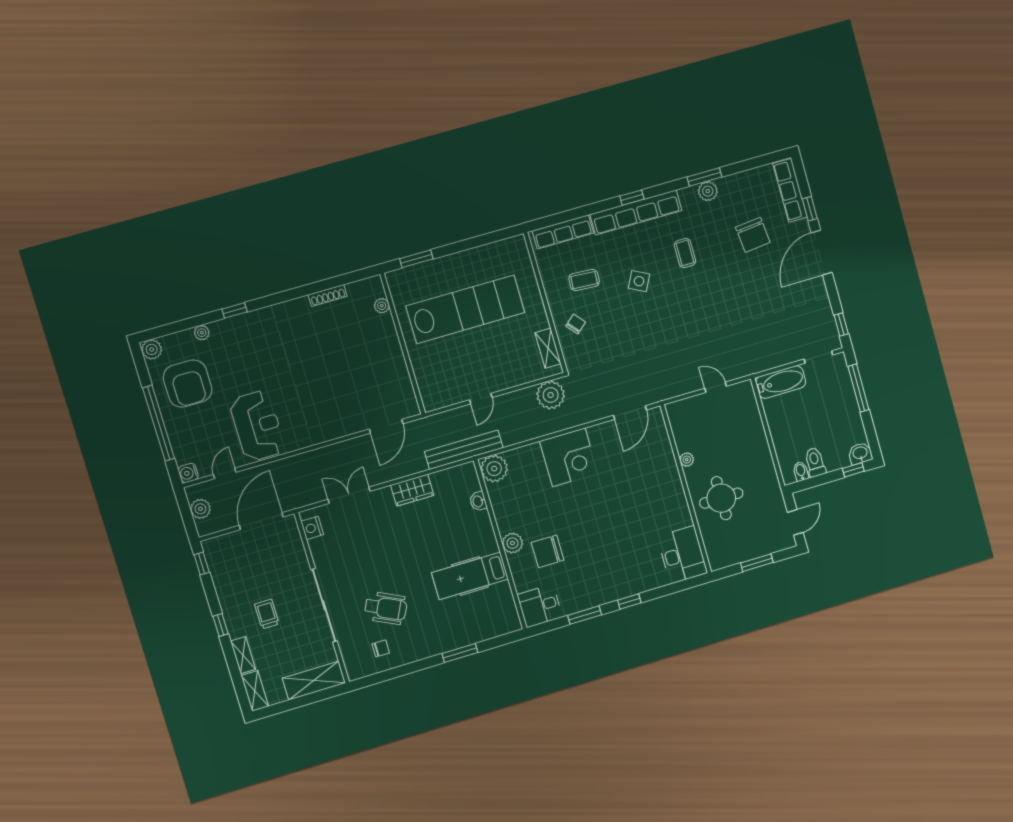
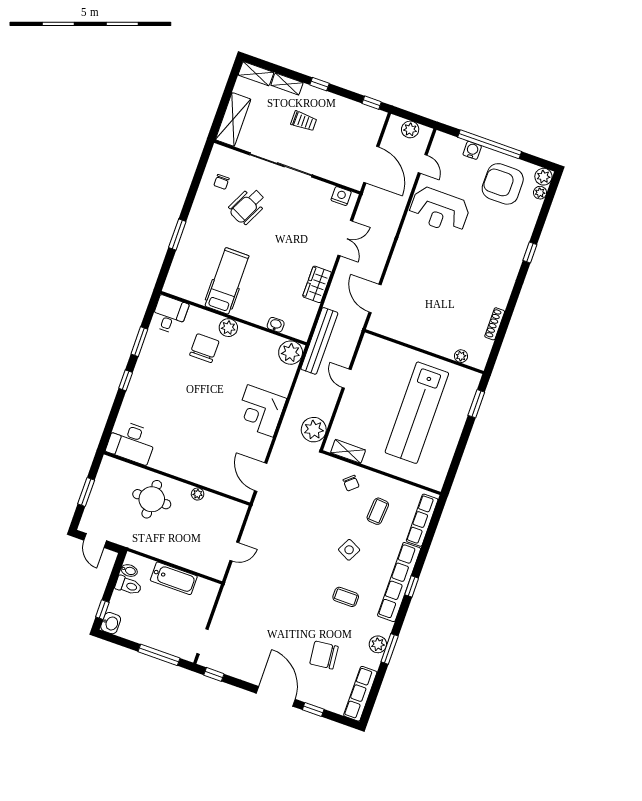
row of seats: (790, 190) -> (360, 694), moved, turned -90
plant: (202, 333) -> (540, 193), moved
bathtub: (781, 382) -> (174, 578), moved, turned -90
water cooler: (188, 473) -> (472, 150), moved

